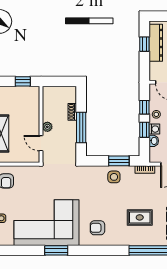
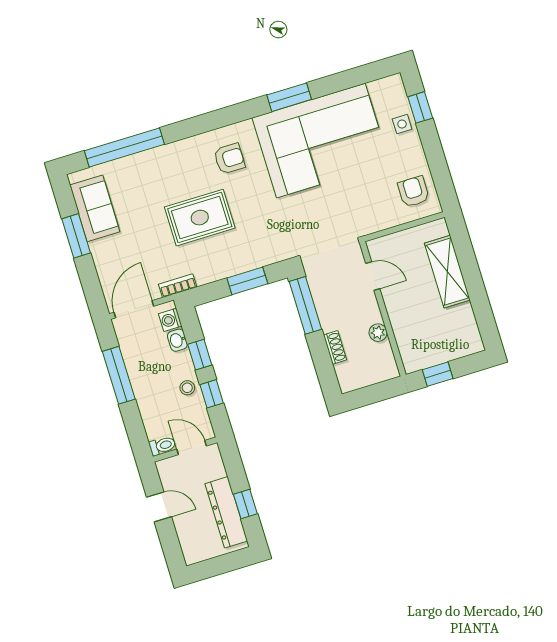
plant: (47, 127) -> (378, 333), moved
window: (81, 127) -> (305, 305), moved
washing machine: (154, 129) -> (170, 320), moved
window: (119, 161) -> (247, 281), moved
side table: (114, 177) -> (228, 256), removed
rug: (140, 217) -> (200, 218), moved, width x1.36, depth x1.43

